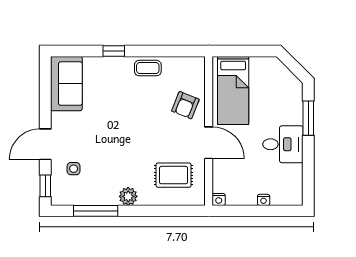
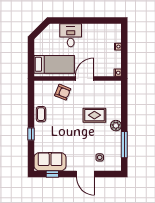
window: (308, 118) -> (70, 20), removed
desk: (283, 144) -> (71, 35), moved
rug: (174, 175) -> (94, 115), moved, turned 90
window: (45, 186) -> (52, 174), moved

